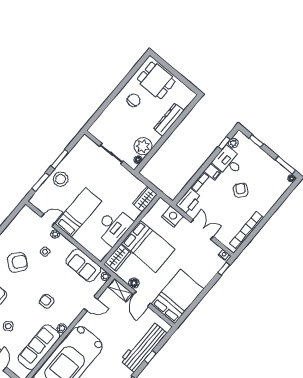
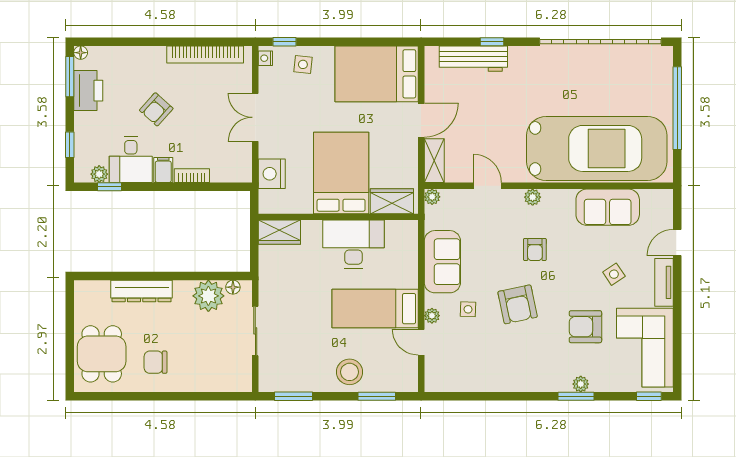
window: (60, 159) -> (294, 396), moved
printer: (189, 201) -> (88, 91), moved, turned 90
armchair: (17, 262) -> (518, 304), moved, turned -140
sofa: (83, 265) -> (442, 262), moved
side table: (208, 269) -> (303, 64), added
floor lamp: (134, 283) -> (409, 150), removed
plant: (62, 328) -> (533, 197), moved
sofa: (39, 347) -> (608, 207), width x0.73
workbench: (143, 347) -> (473, 59), width x0.73, depth x0.76

